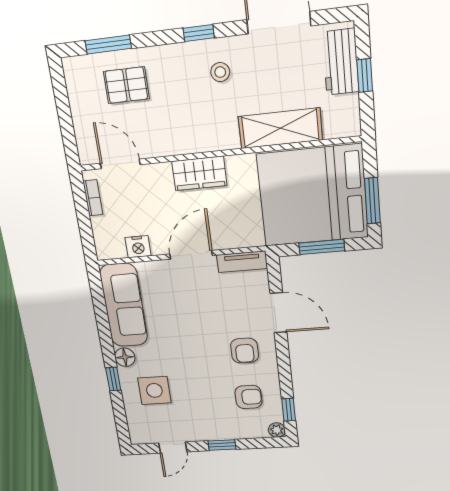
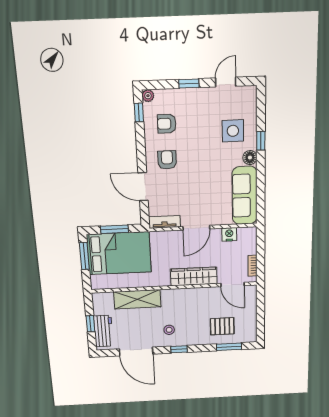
wardrobe: (199, 173) -> (194, 276), width x1.50
bed: (313, 196) -> (119, 253), width x0.73

